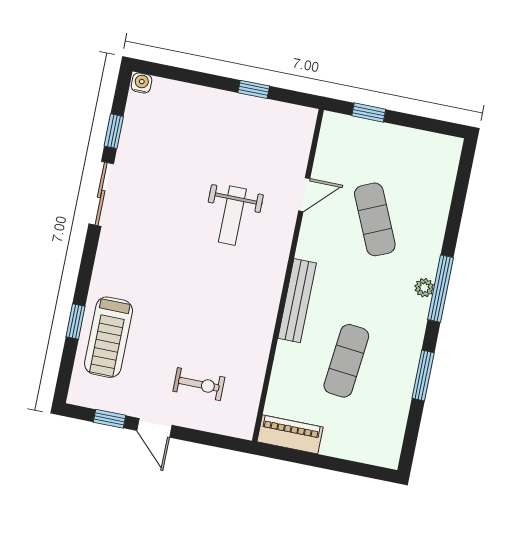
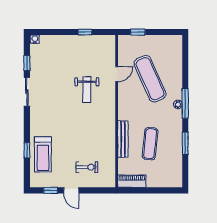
exercise mat: (375, 219) -> (150, 79), width x1.36, depth x1.45
bench: (297, 301) -> (123, 139), moved

